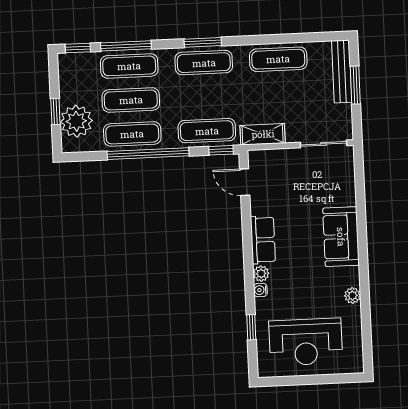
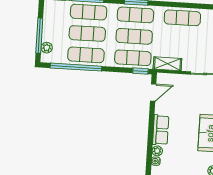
exercise mat: (205, 97) -> (134, 36), added
window: (55, 111) -> (39, 36), width x2.17
plant: (76, 121) -> (47, 48), width x0.53, depth x0.53
window: (148, 154) -> (76, 67), moved
door: (245, 182) -> (153, 93), swing flipped

